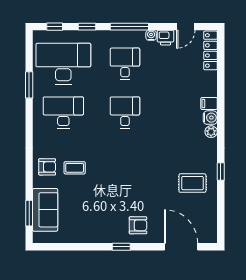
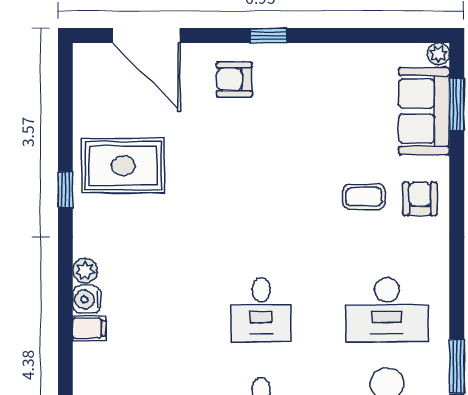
armchair: (47, 167) -> (420, 199), turned 90
rug: (192, 183) -> (123, 166), width x1.36, depth x1.43
plant: (38, 238) -> (438, 54), added

